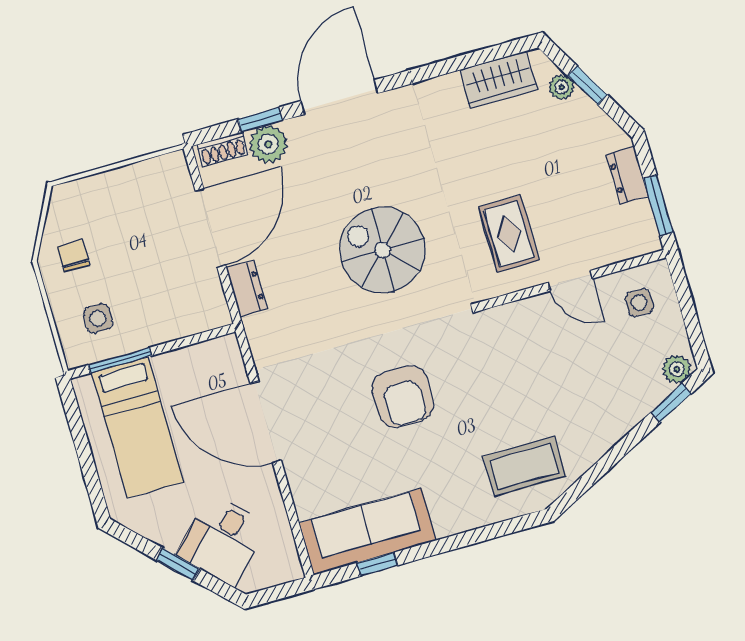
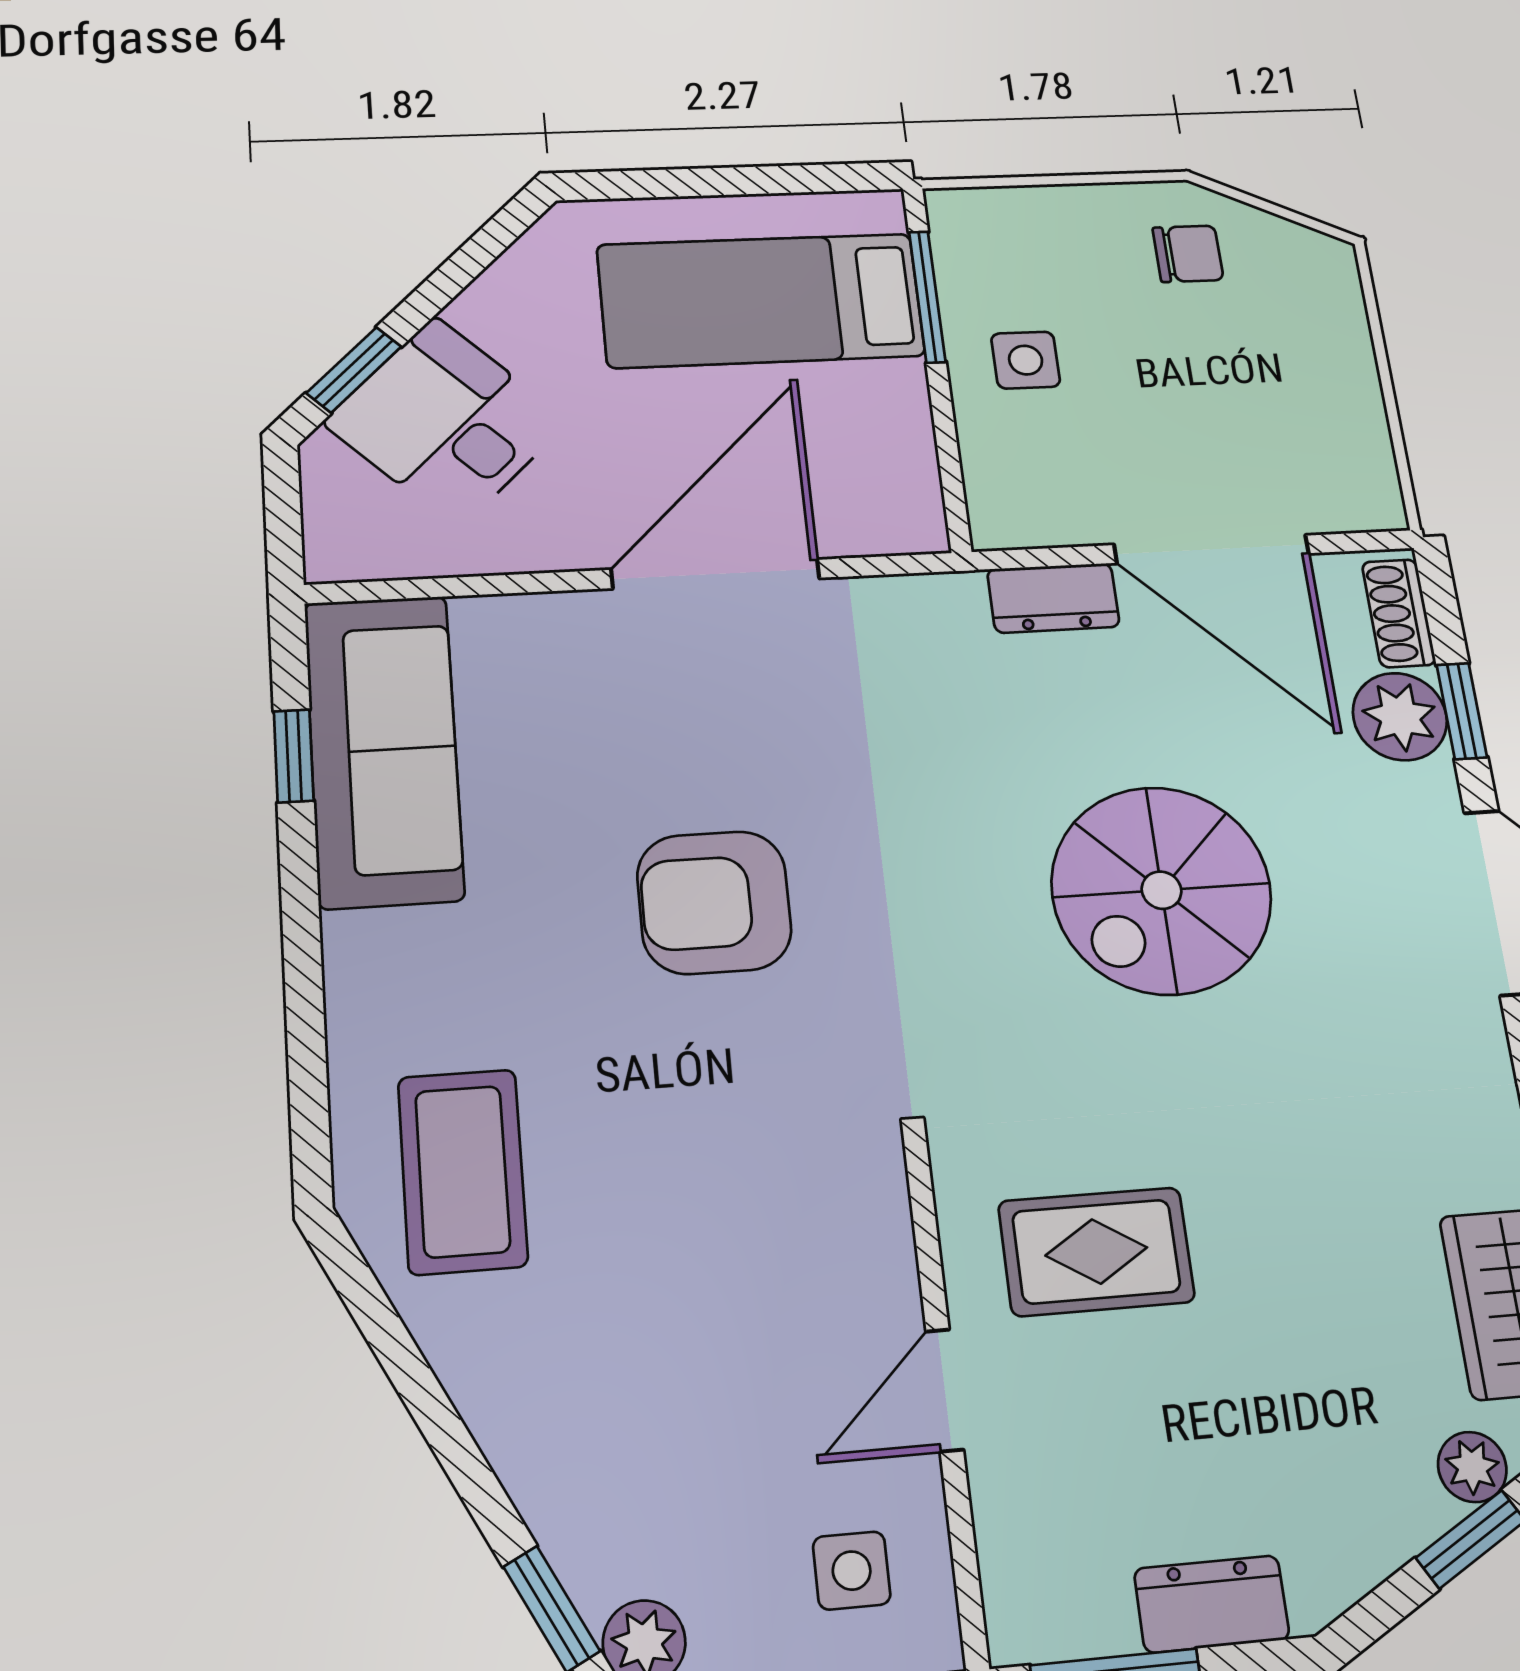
spiral stairs: (383, 250) -> (1162, 890), moved, turned 180
side table: (98, 318) -> (1026, 360), moved
window: (178, 564) -> (354, 370), moved

